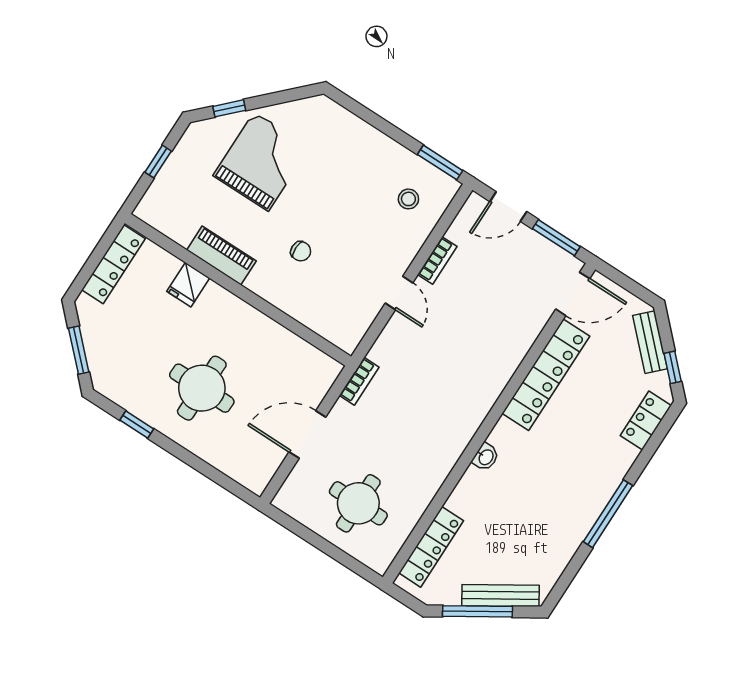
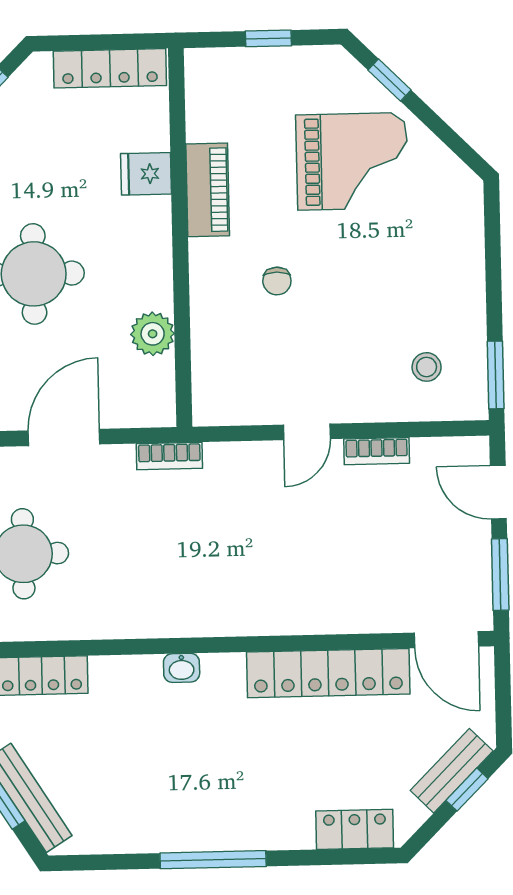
plant: (283, 343) -> (153, 334), added
window: (673, 367) -> (467, 790), moved
door: (307, 435) -> (64, 437), hinge flipped

